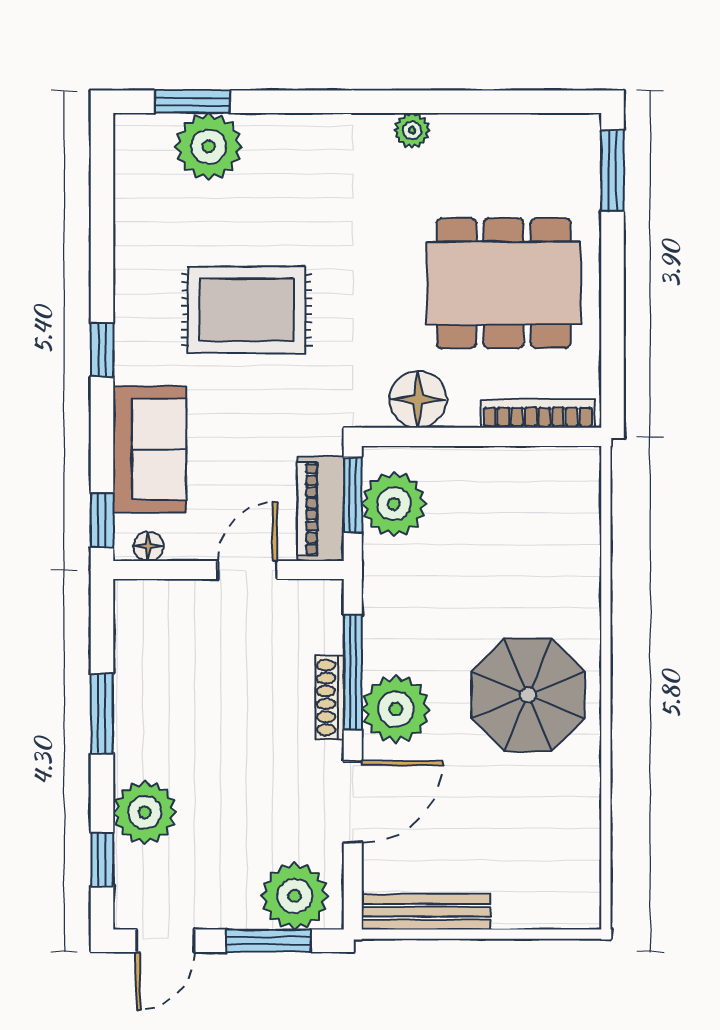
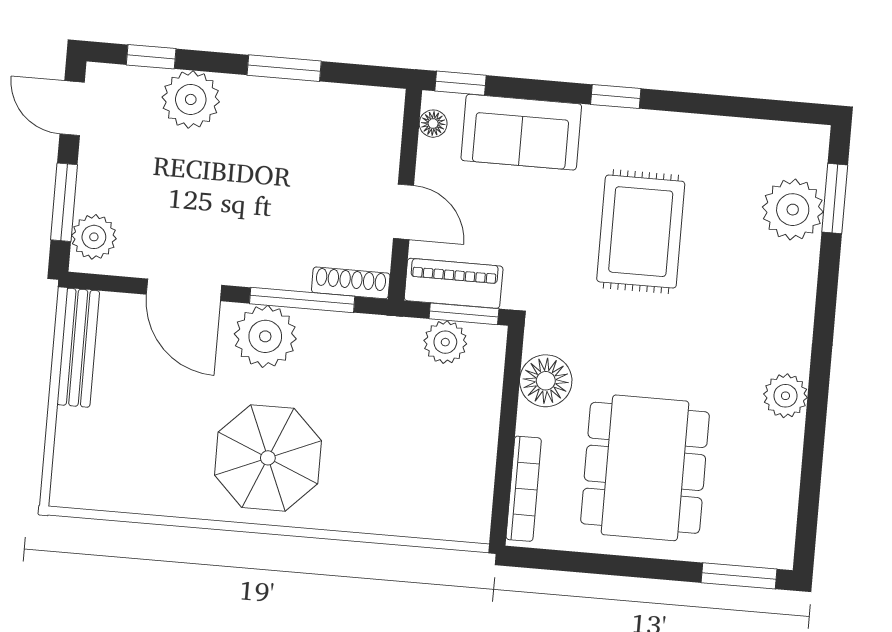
plant: (412, 130) -> (785, 396), width x1.38, depth x1.38
plant: (394, 504) -> (445, 342), width x0.73, depth x0.73
shoe rack: (330, 697) -> (351, 283), moved
plant: (295, 896) -> (94, 237), width x0.73, depth x0.73

